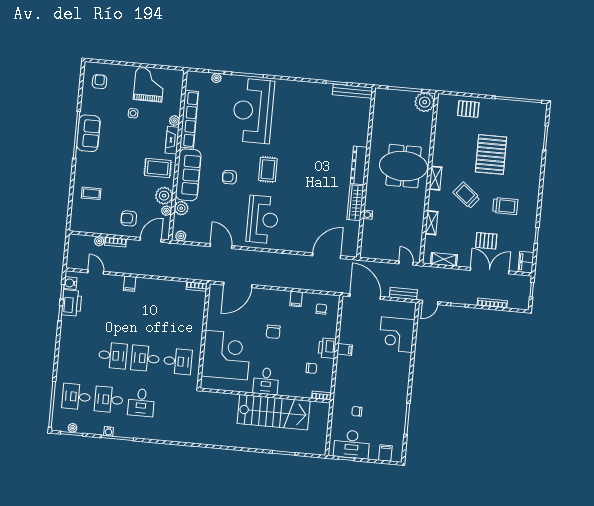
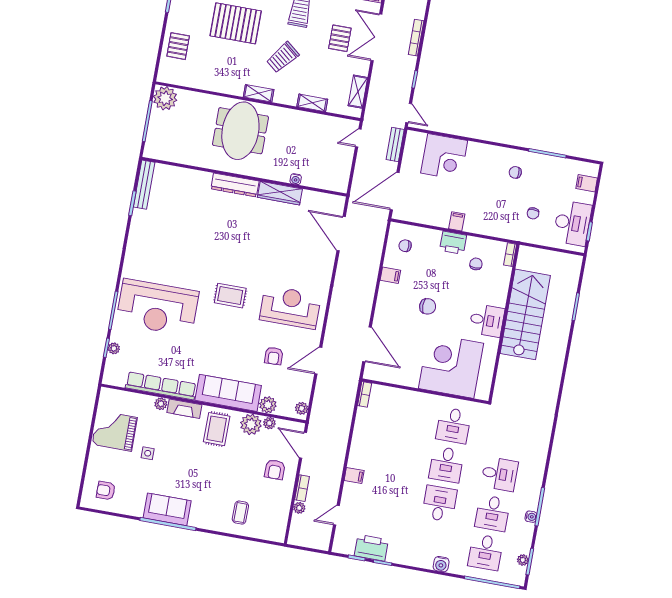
armchair: (229, 177) -> (274, 356), moved
water cooler: (70, 283) -> (441, 564), moved
desk: (178, 361) -> (453, 425), turned 180
chair: (389, 394) -> (515, 172), added

